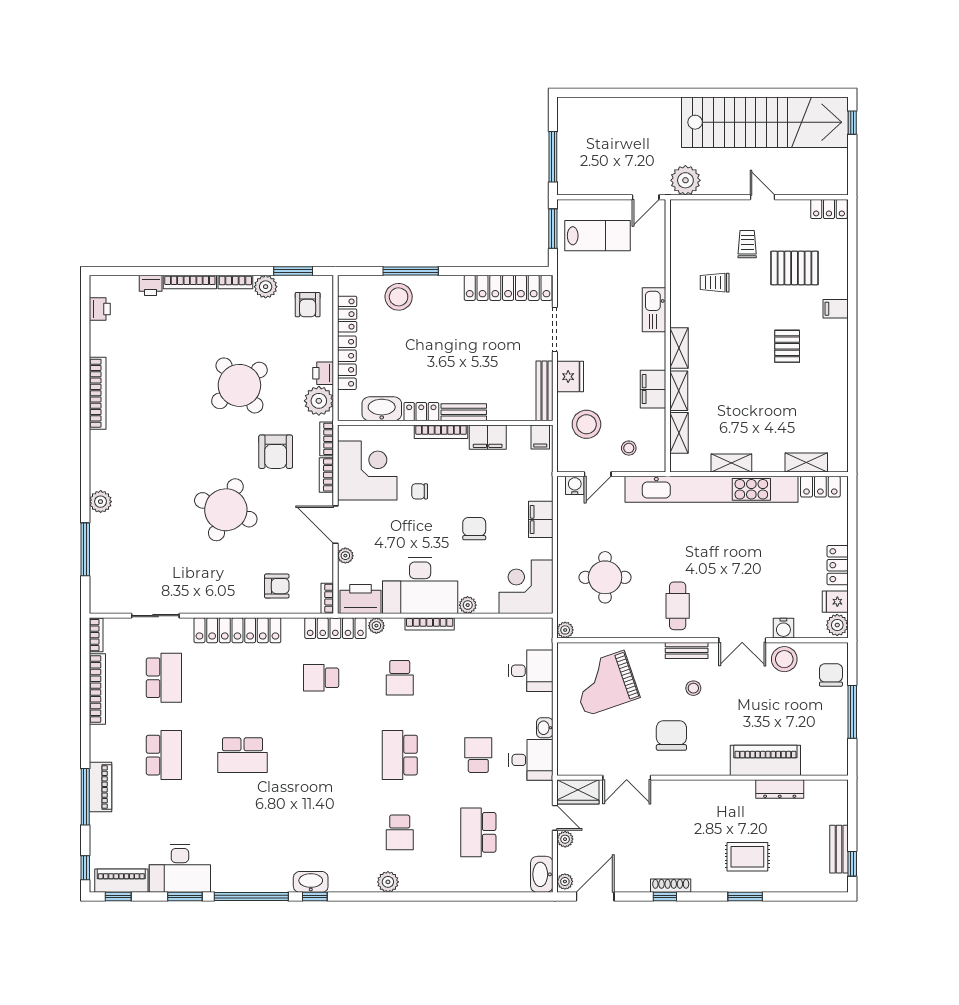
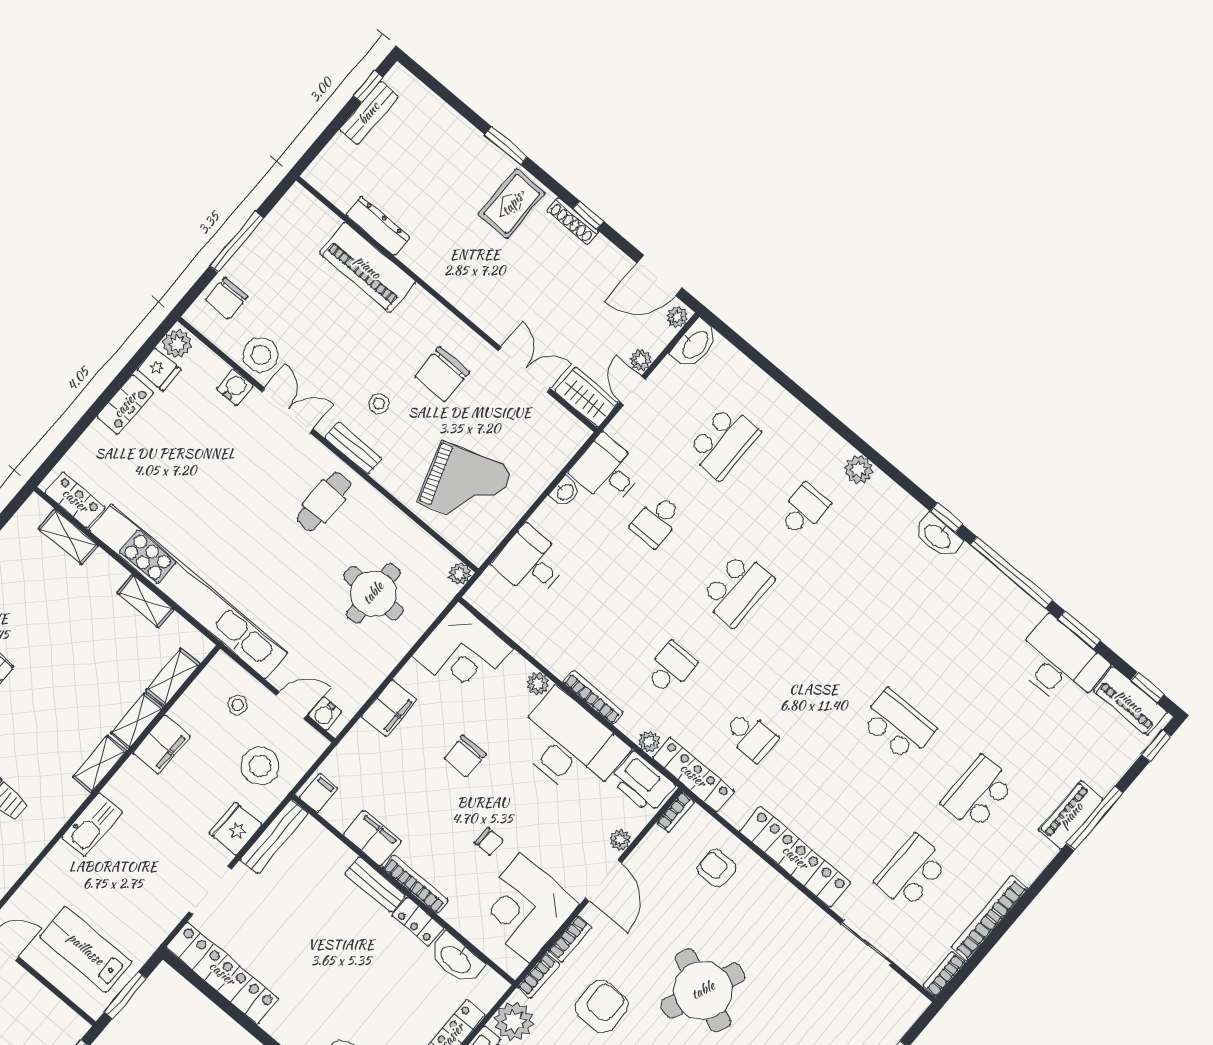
rug: (747, 857) -> (512, 204), moved, turned 90

